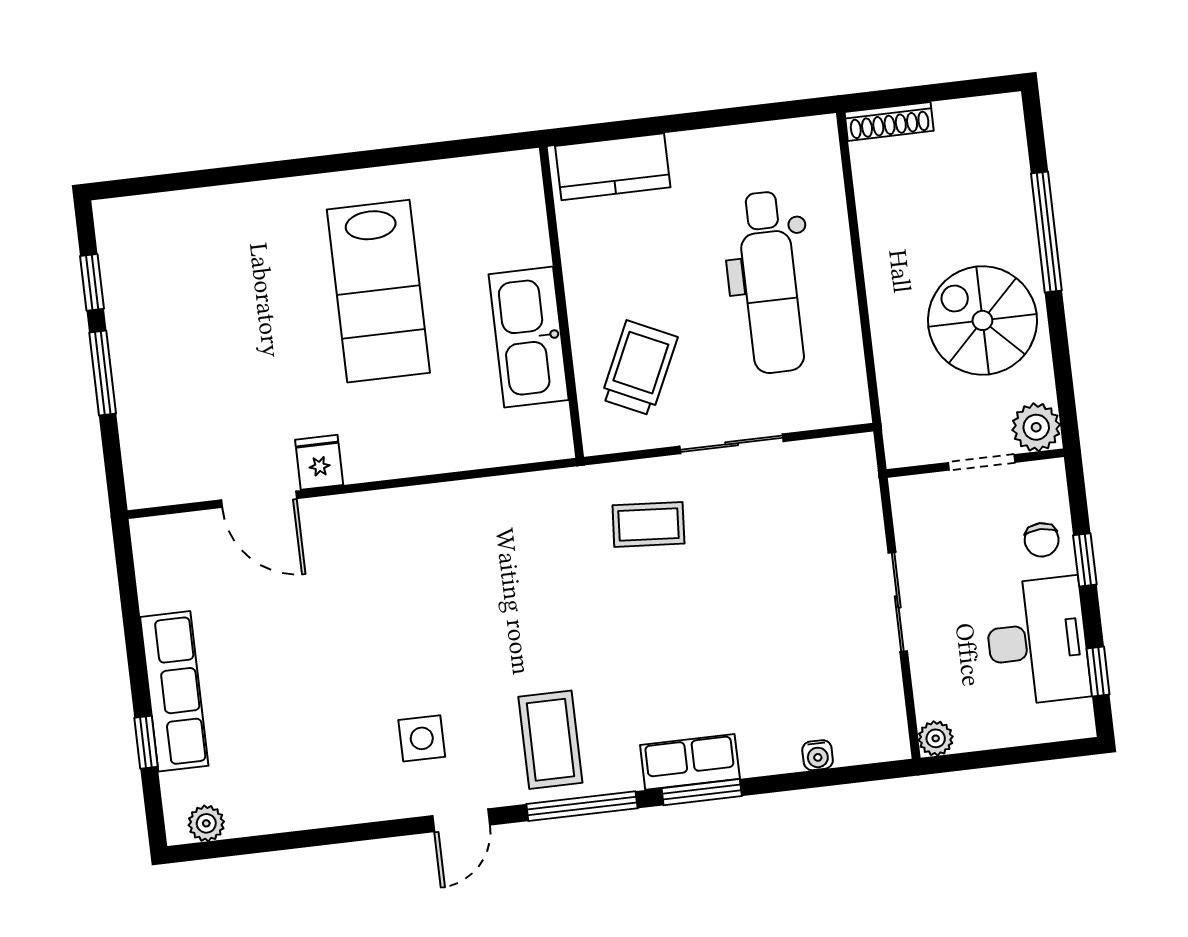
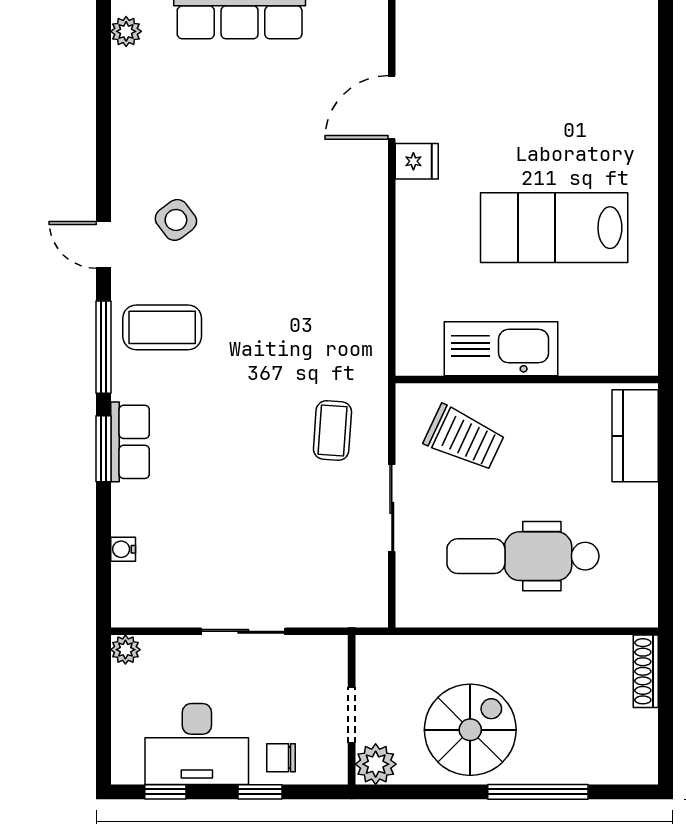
side table: (422, 738) -> (176, 220), turned -37

